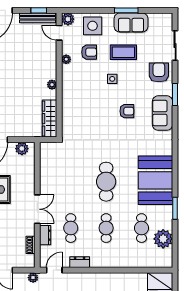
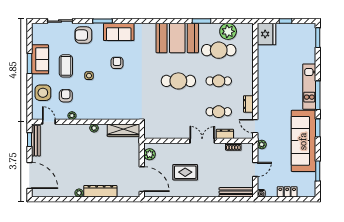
plant: (68, 19) -> (37, 114), removed
door: (59, 33) -> (49, 122), swing flipped
cafe table: (142, 228) -> (219, 50), width x1.37, depth x1.35

